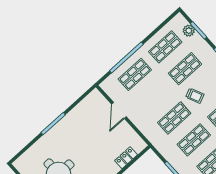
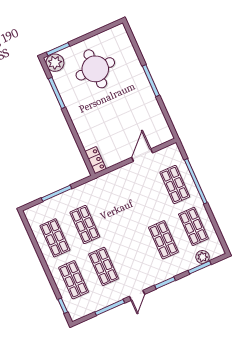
trolley: (195, 96) -> (131, 241), removed
door: (119, 110) -> (142, 155), hinge flipped
shop shelf: (174, 118) -> (115, 211), removed
locker: (126, 158) -> (96, 160), moved

